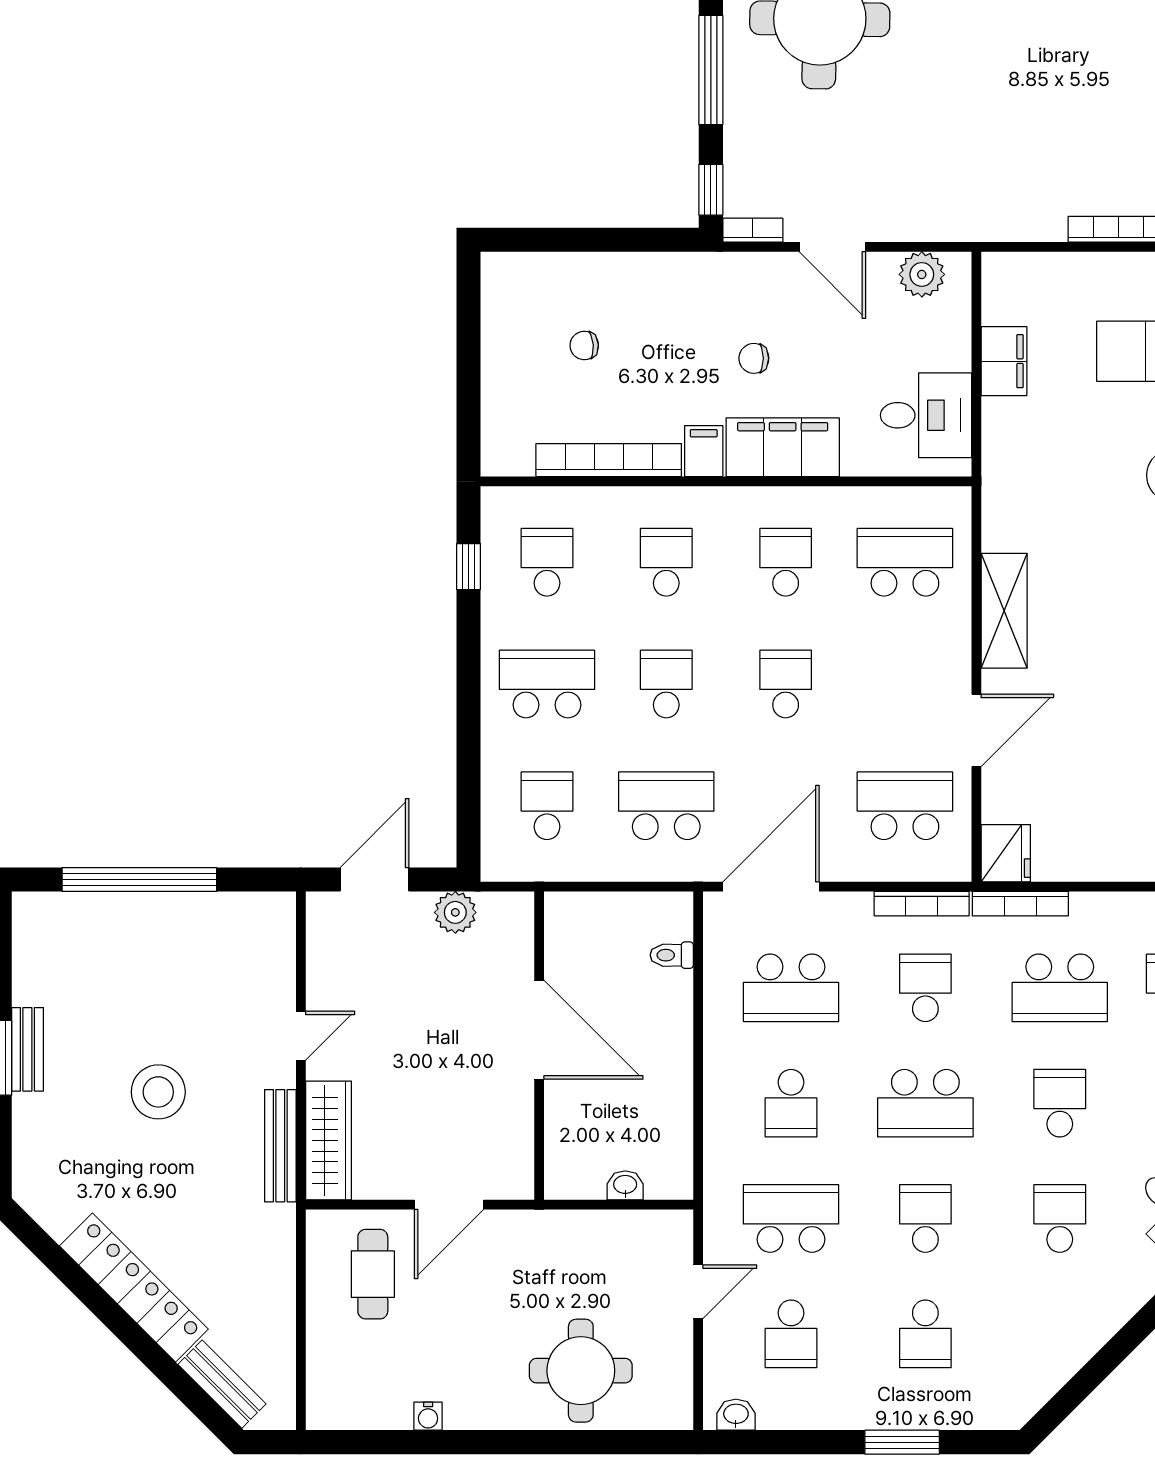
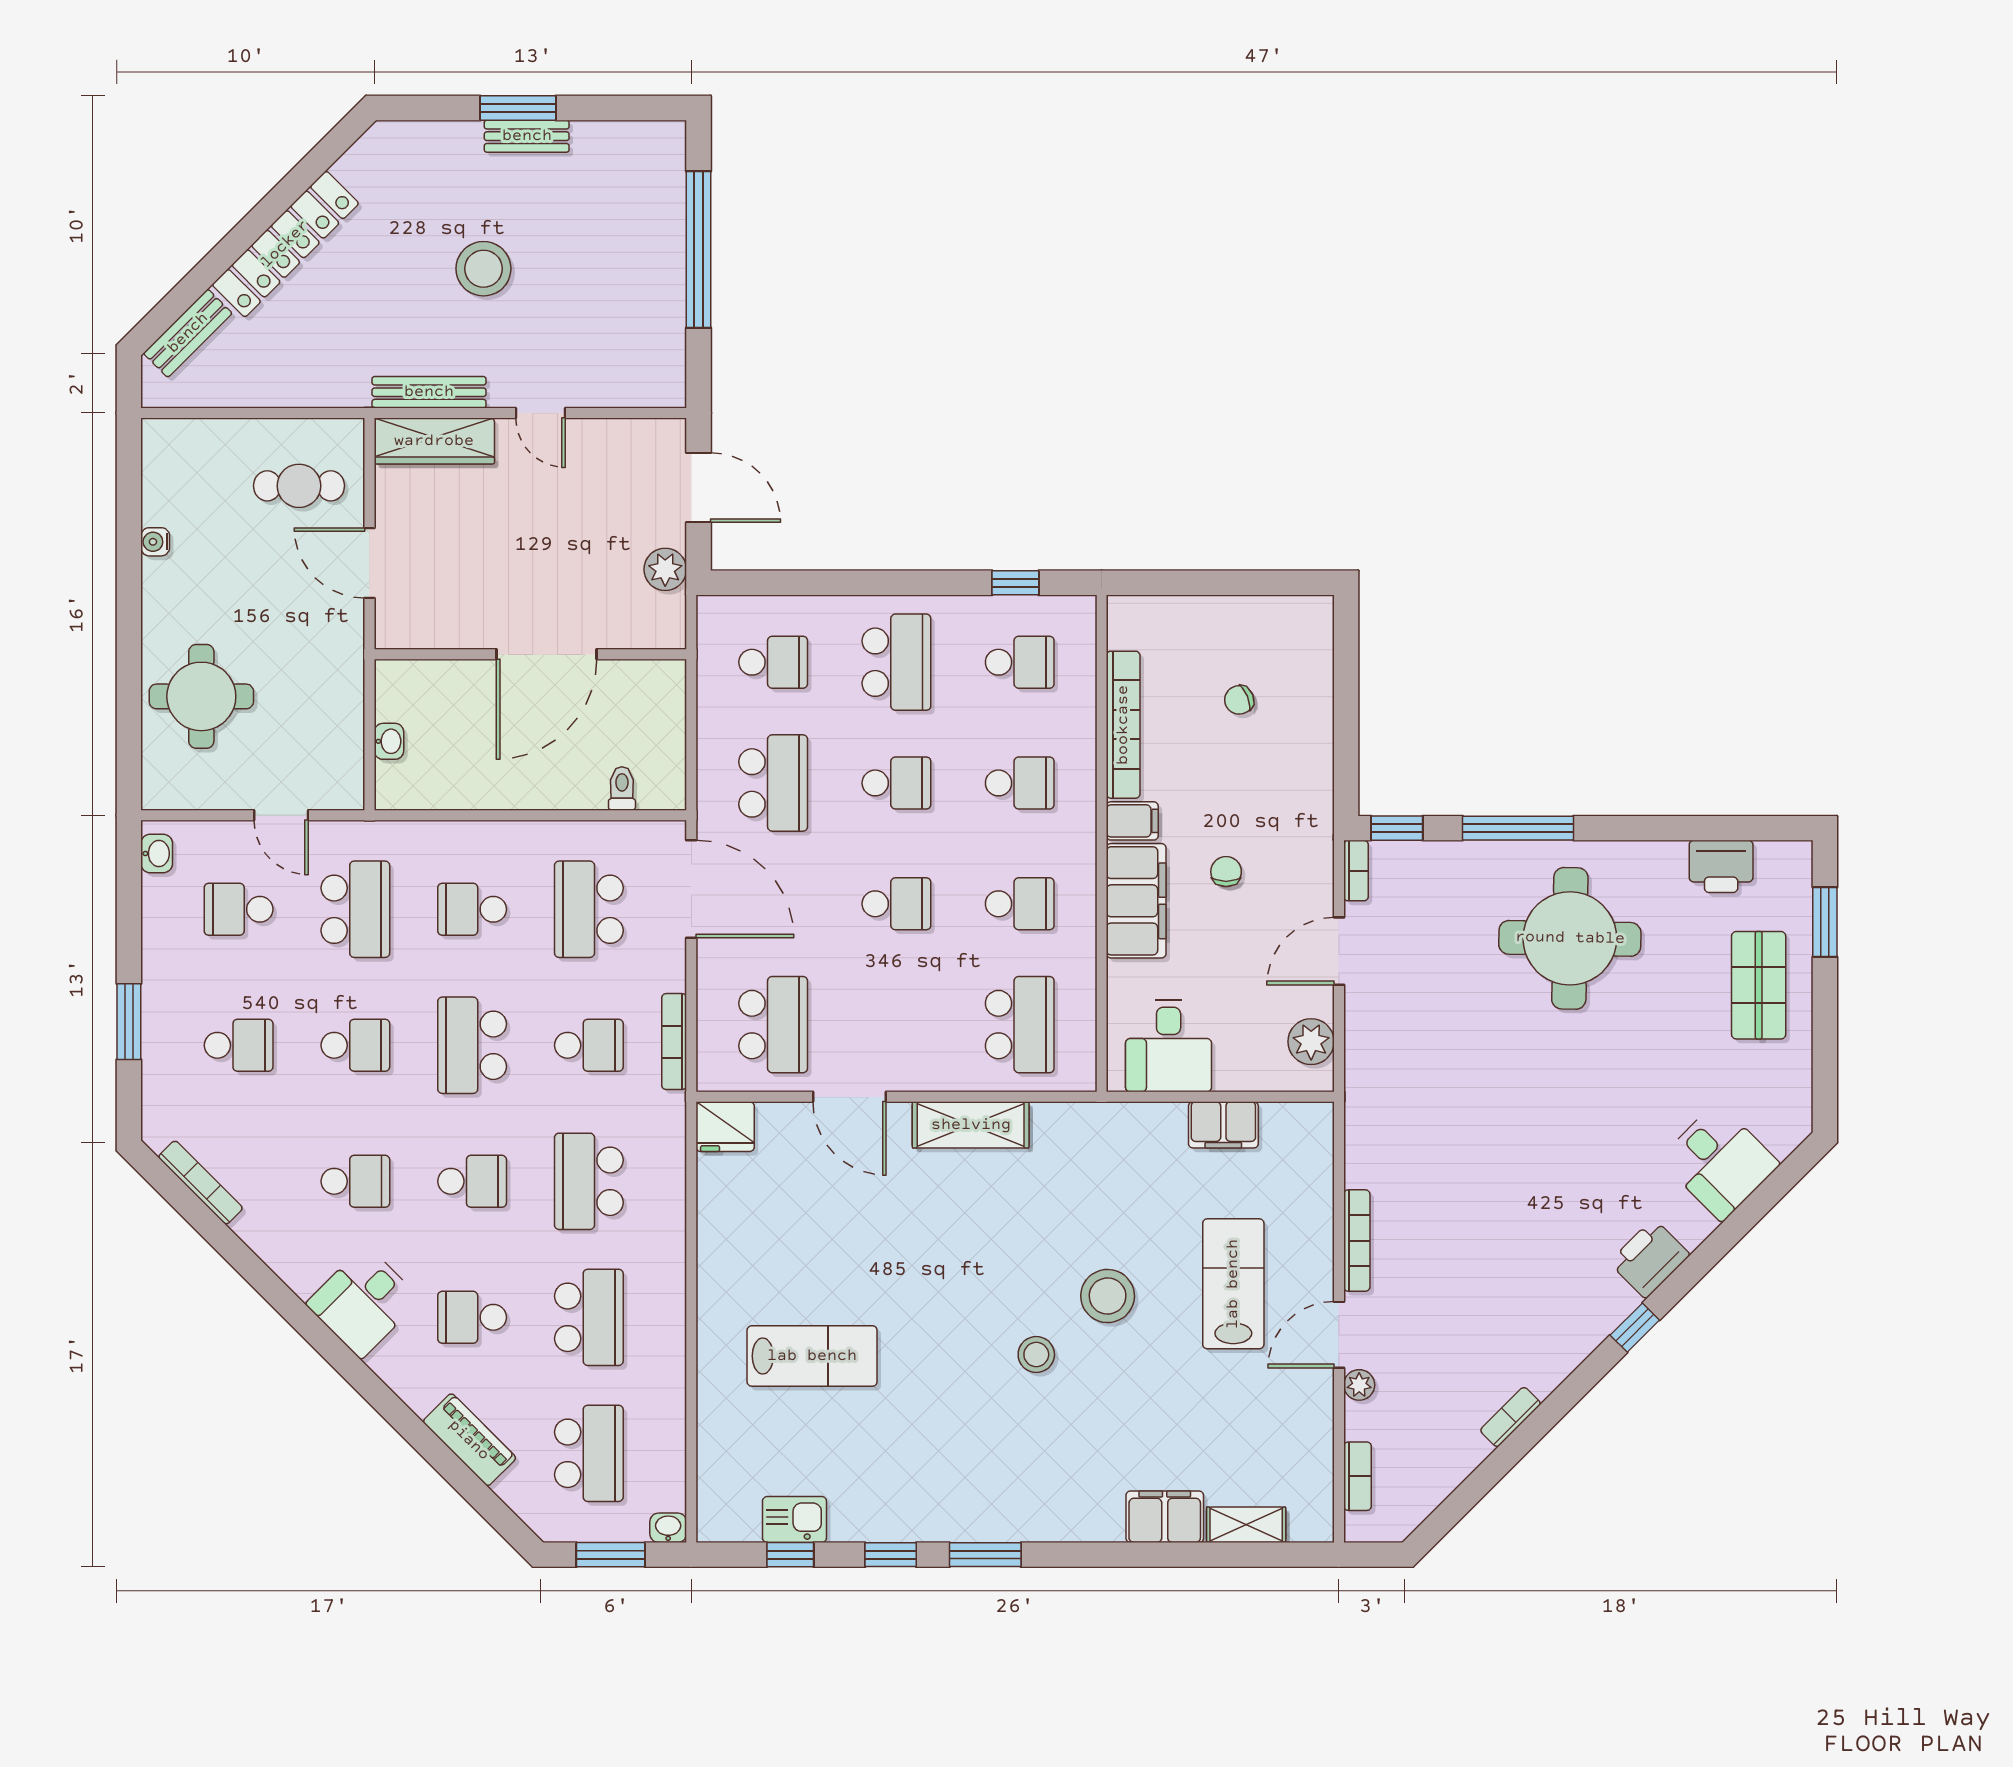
chair: (584, 345) -> (1239, 700), turned -108
bookcase: (1020, 904) -> (200, 1183), moved, turned 135
school desk: (925, 1334) -> (239, 1045), turned 180

